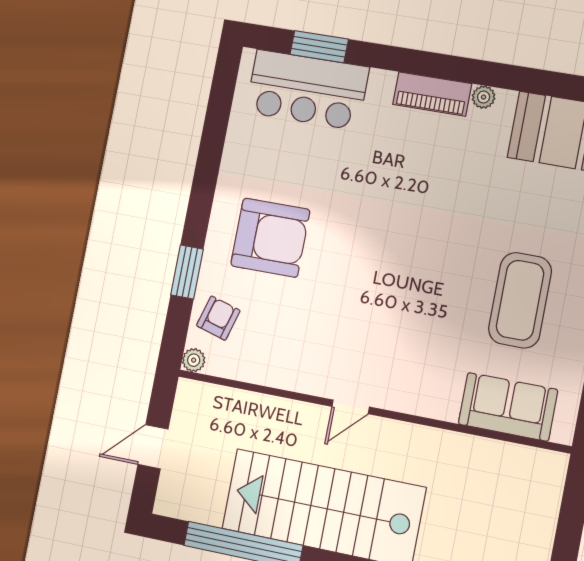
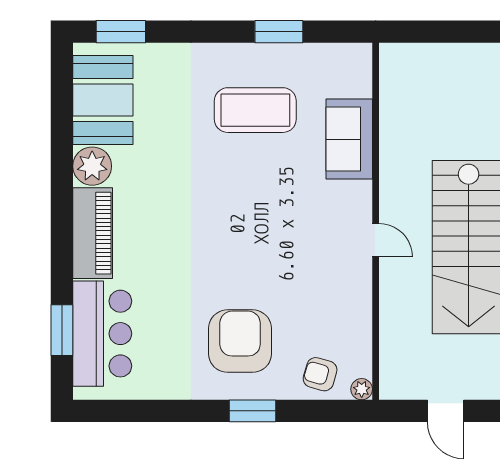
piano: (432, 94) -> (93, 233), width x1.37, depth x1.33
plant: (484, 97) -> (92, 166), width x1.87, depth x1.87
window: (187, 272) -> (253, 411), moved
sofa: (508, 407) -> (349, 139), moved

